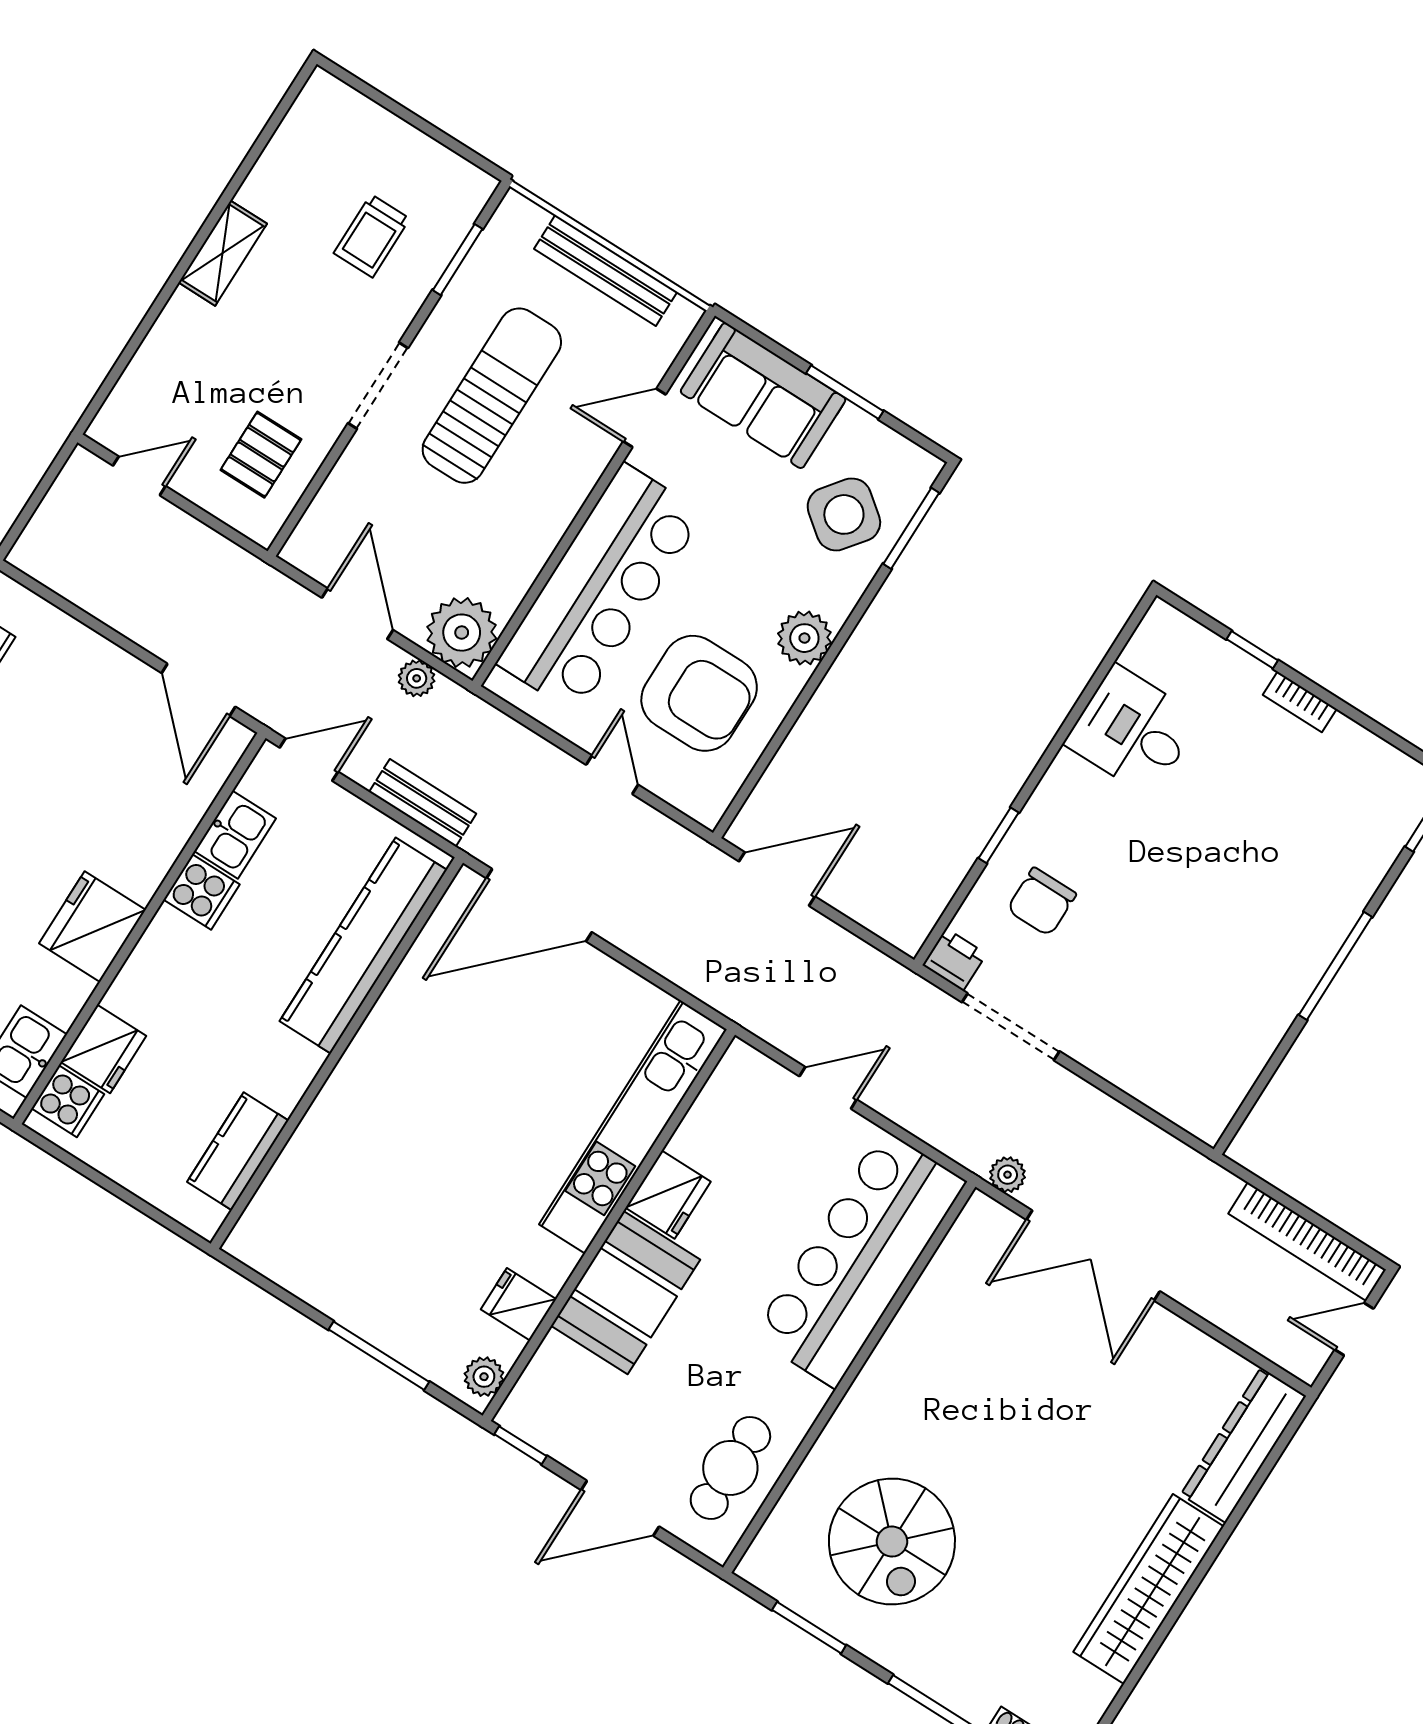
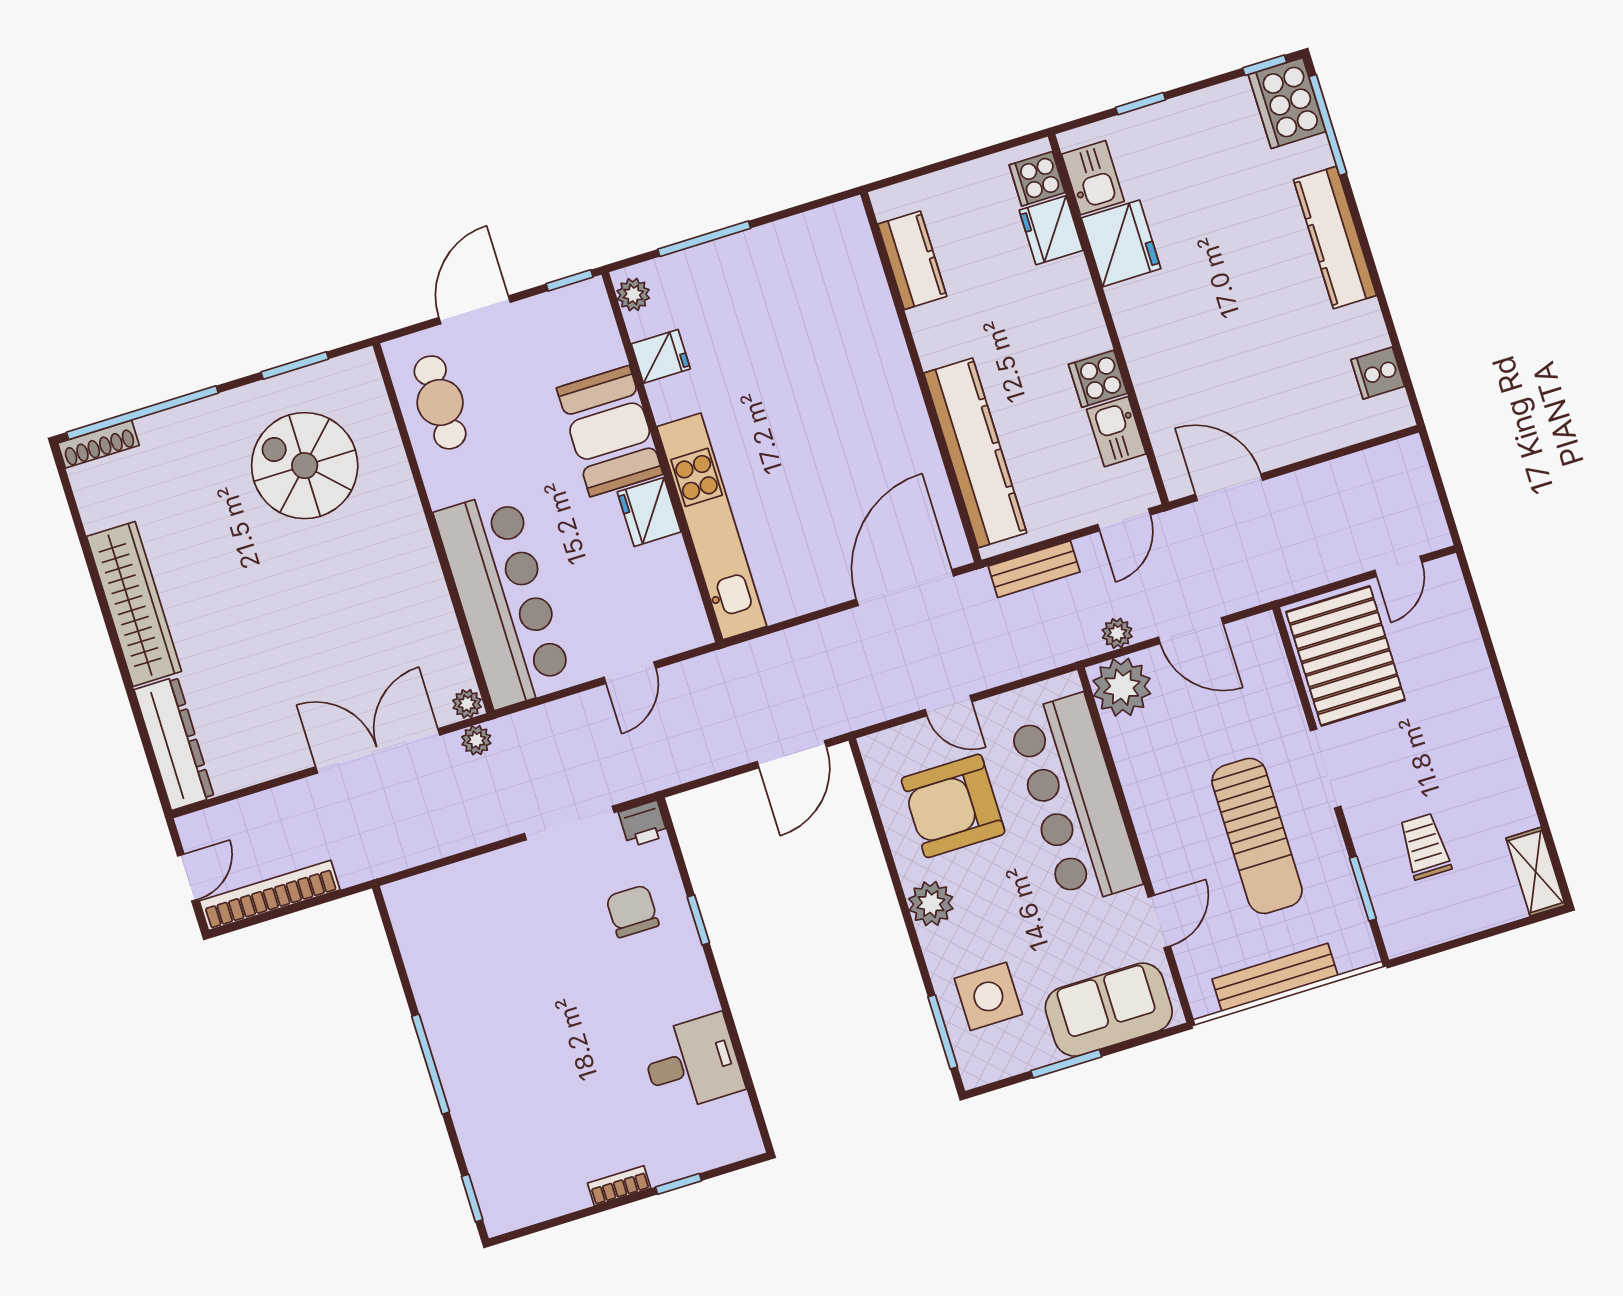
shelving: (223, 253) -> (1536, 872), moved
pallet: (261, 455) -> (1345, 656), width x2.05, depth x2.00
side table: (844, 514) -> (988, 996), turned -38
fridge: (92, 927) -> (1121, 243), moved
plant: (982, 1211) -> (467, 704), added

